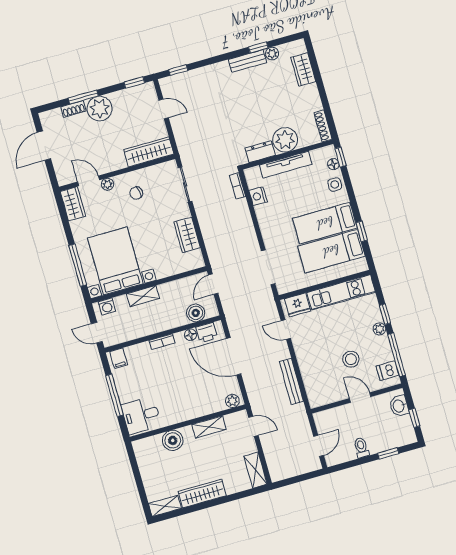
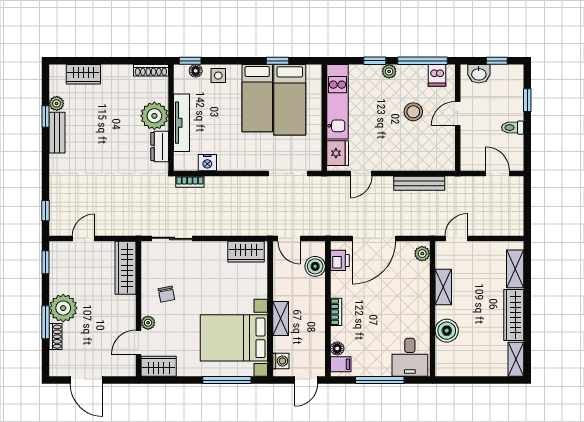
wardrobe: (187, 235) -> (246, 252), moved
floor lamp: (190, 335) -> (337, 348), moved
shelving: (256, 470) -> (515, 269), moved, turned 90

